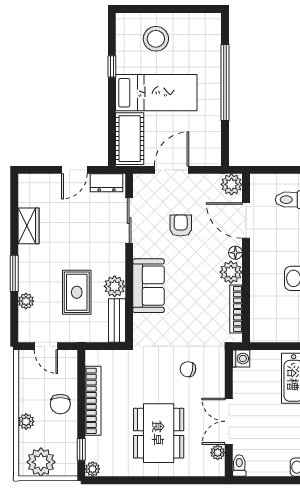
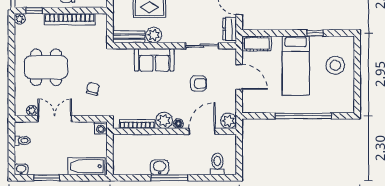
cot: (130, 139) -> (257, 43), width x0.73, depth x0.75
toilet: (239, 466) -> (22, 141), moved

